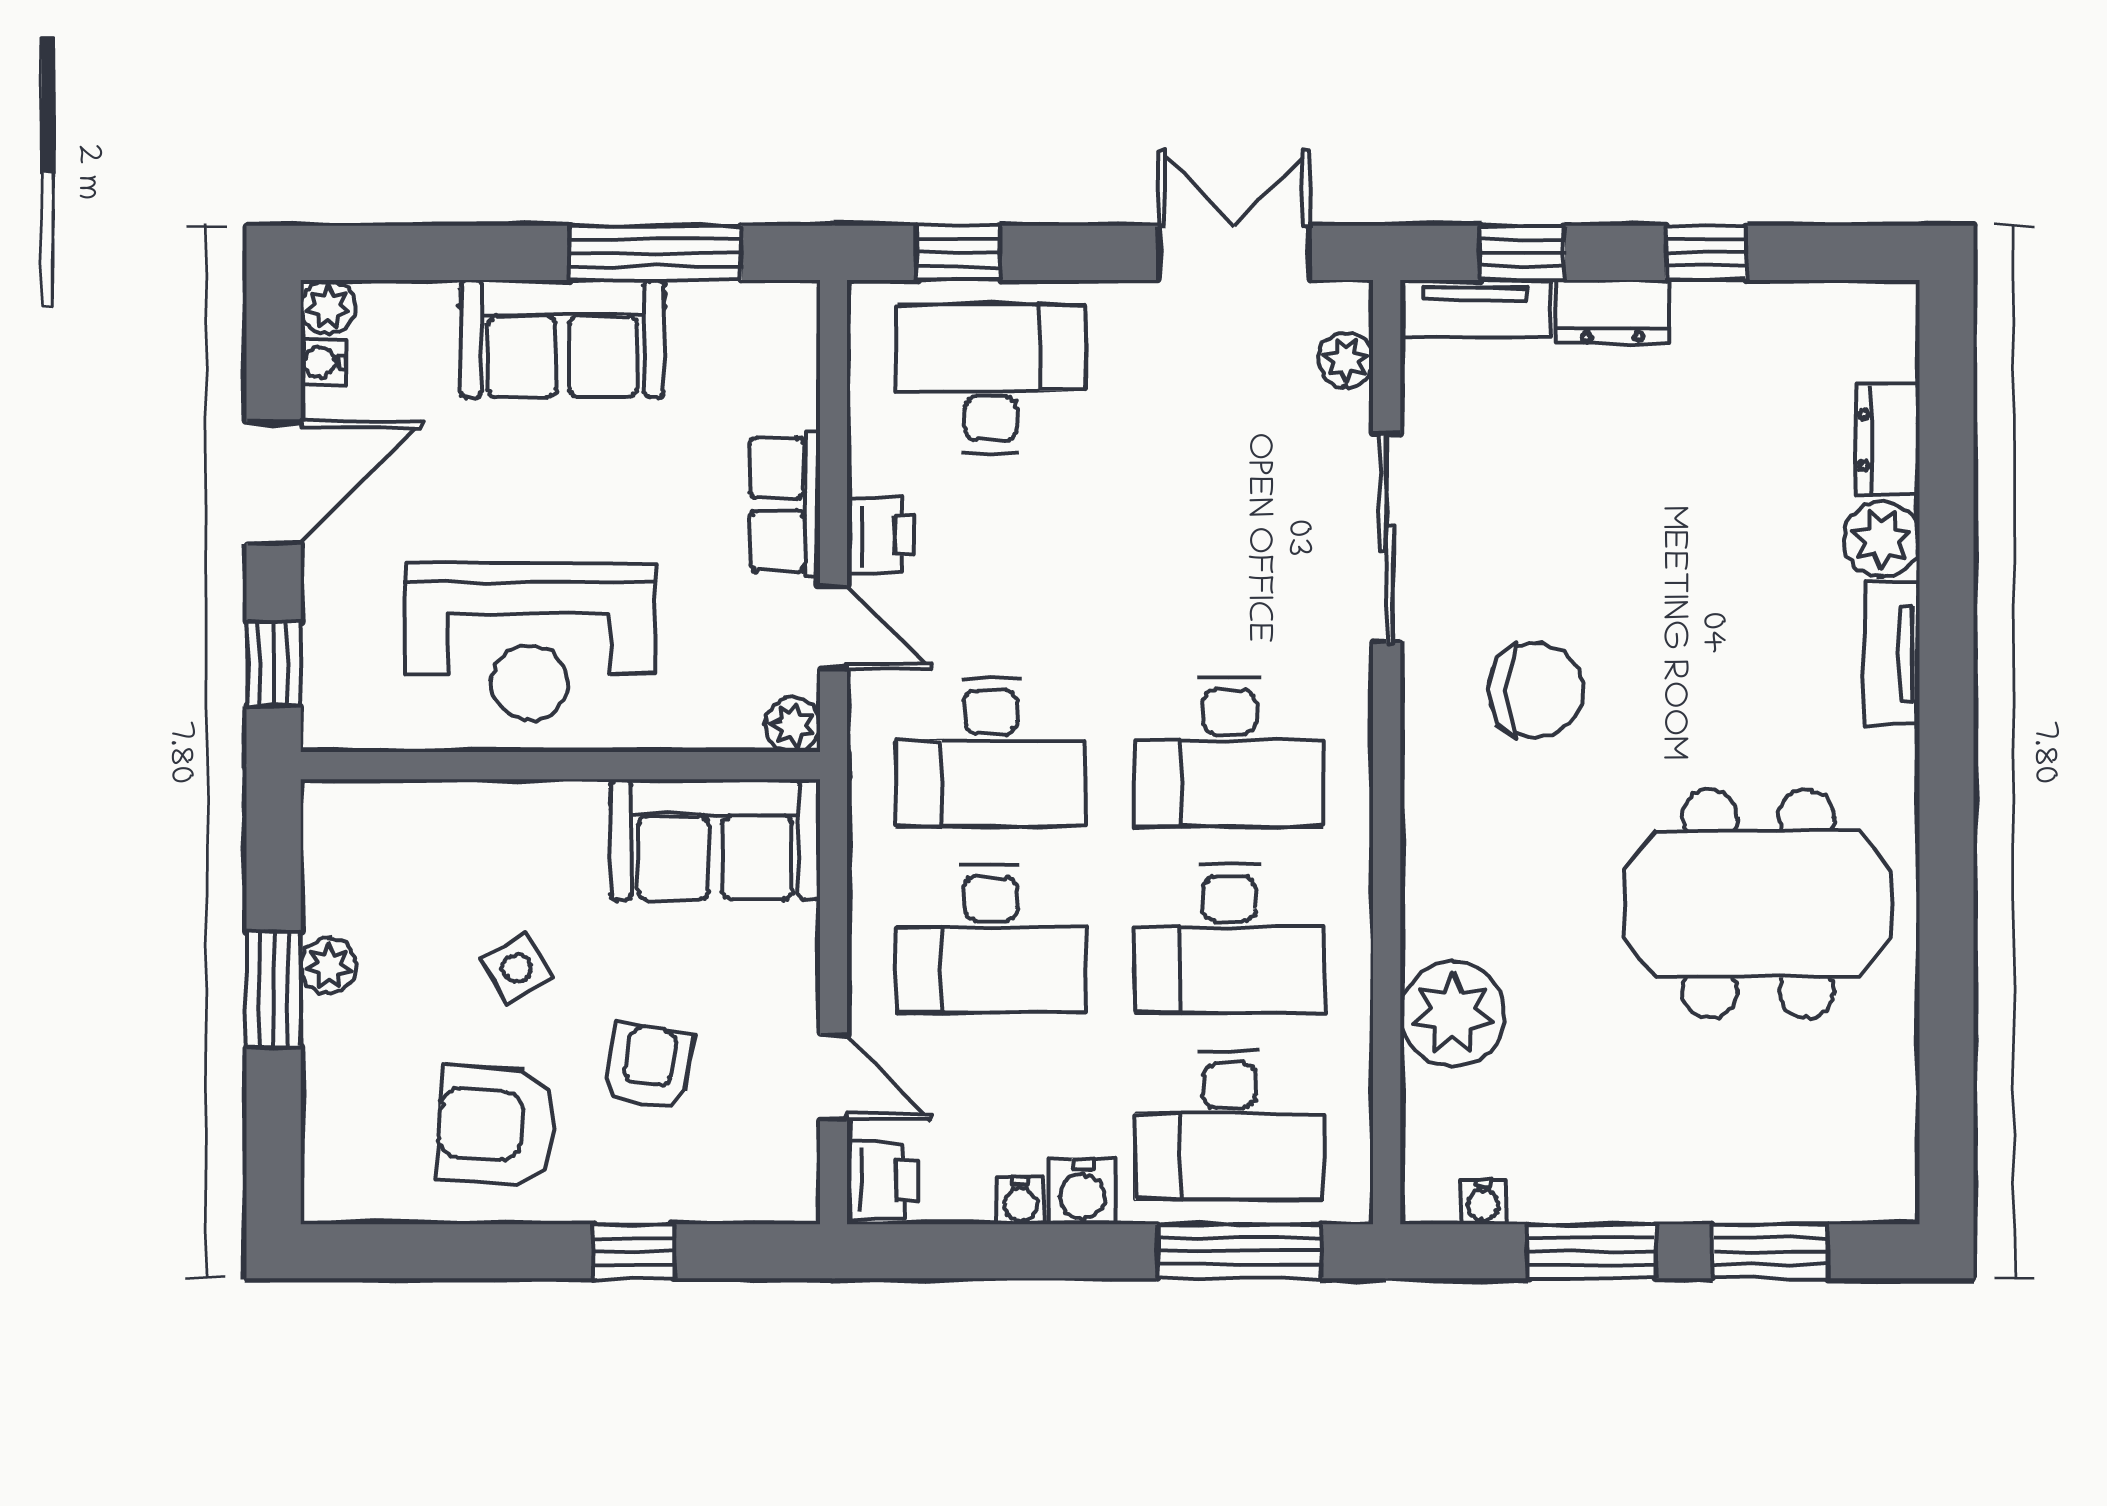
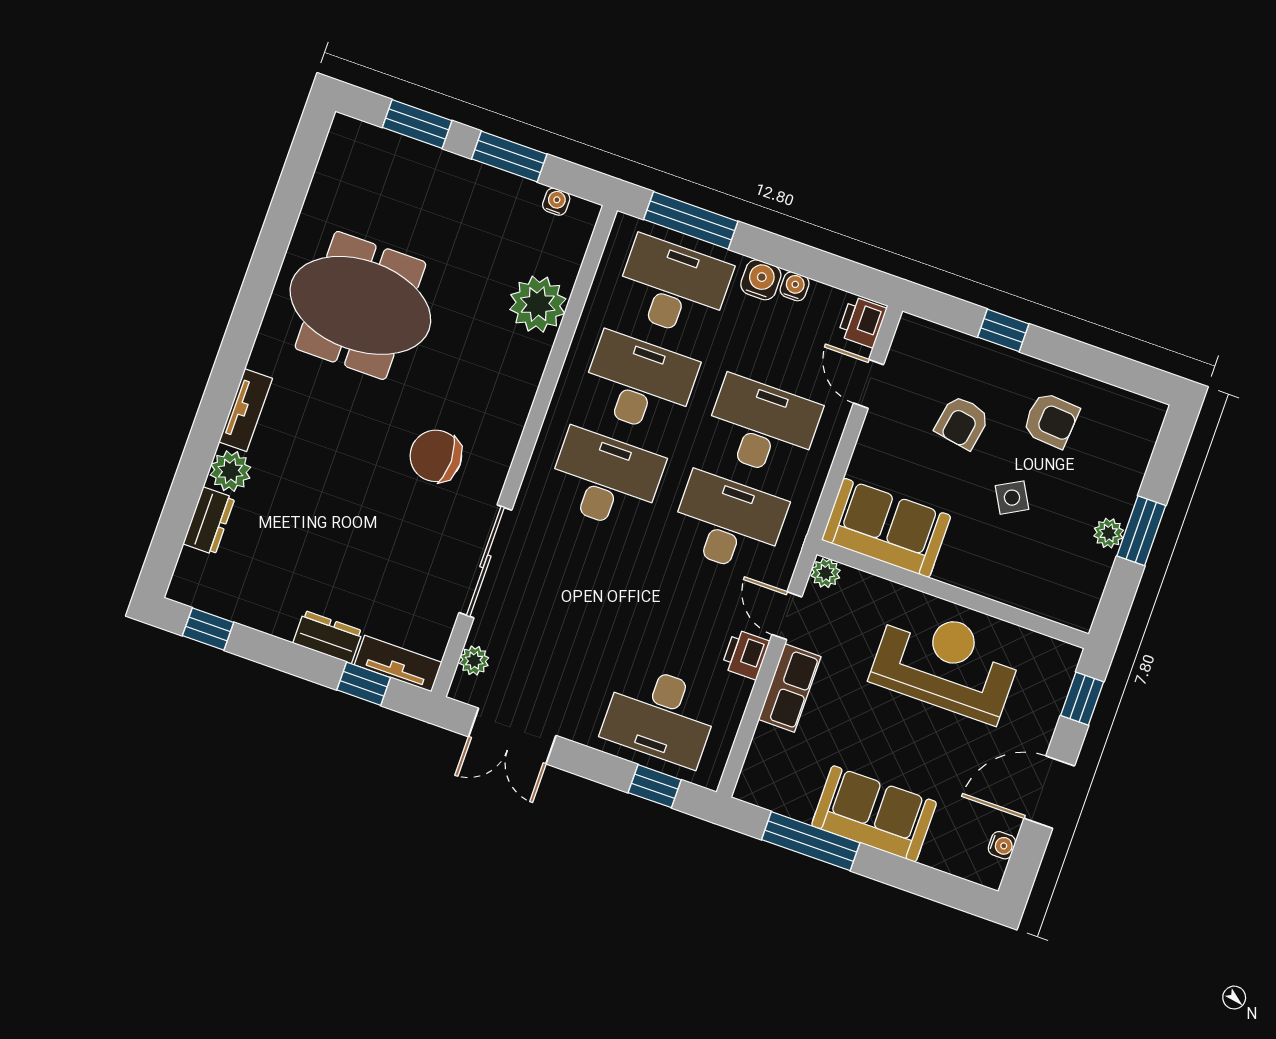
window: (1706, 253) -> (208, 629), moved
plant: (328, 307) -> (989, 873), removed
armchair: (497, 1125) -> (1051, 420), width x0.72, depth x0.72

